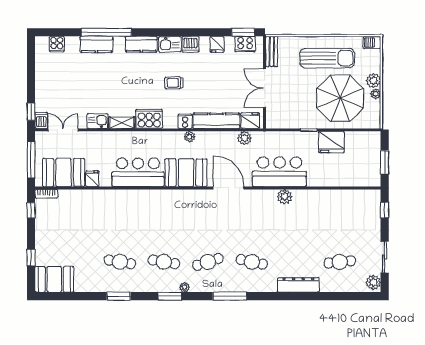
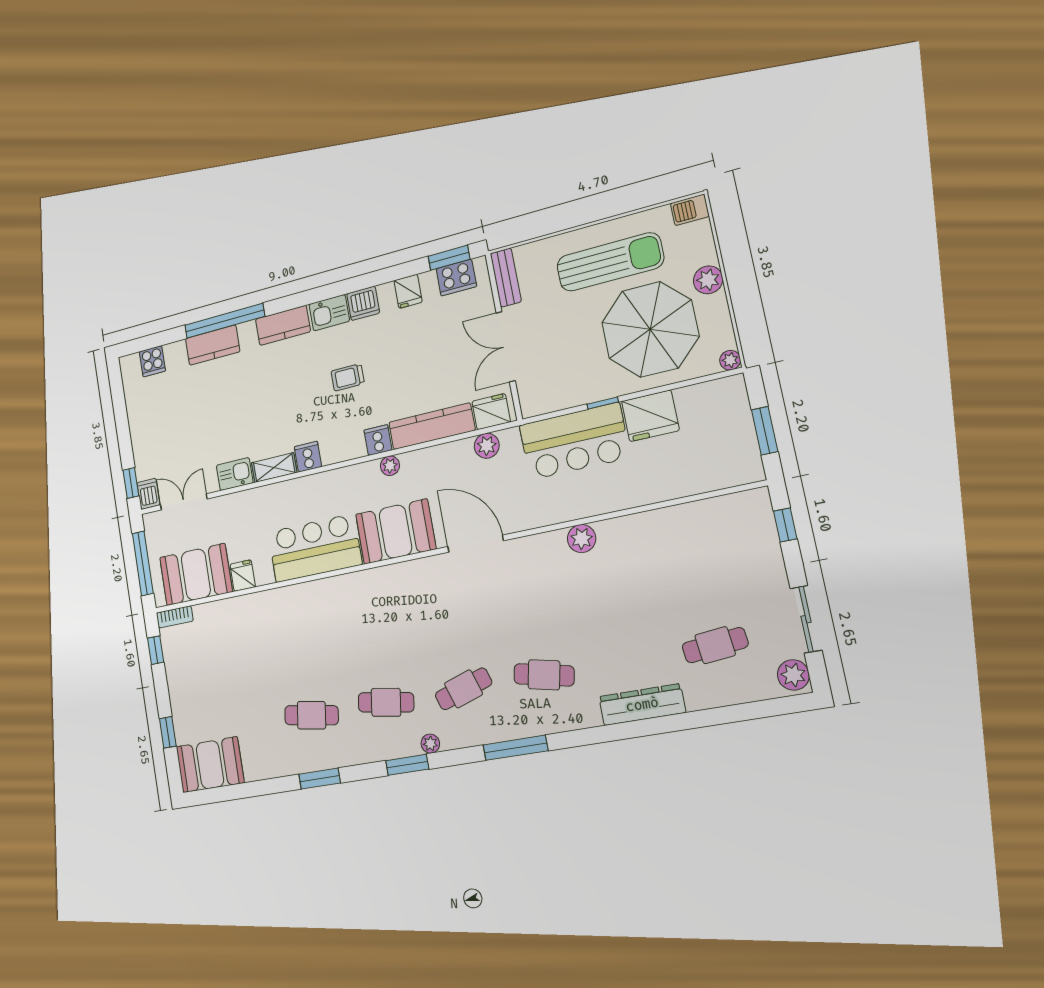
plant: (376, 94) -> (730, 360), moved
cooker: (149, 119) -> (308, 457), width x0.53, depth x0.76
bar counter: (279, 172) -> (574, 441), moved, turned 180

